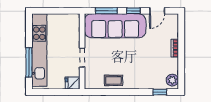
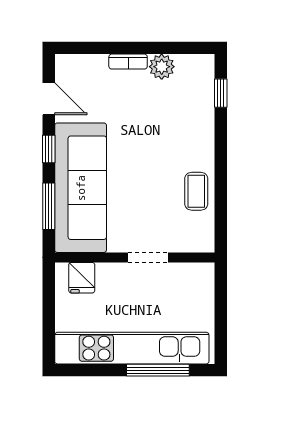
plant: (172, 80) -> (162, 67), moved
fridge: (73, 83) -> (82, 278), moved

